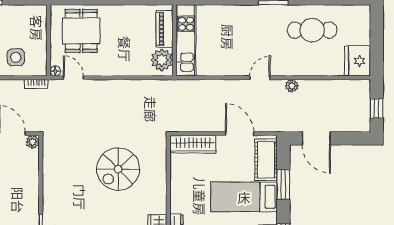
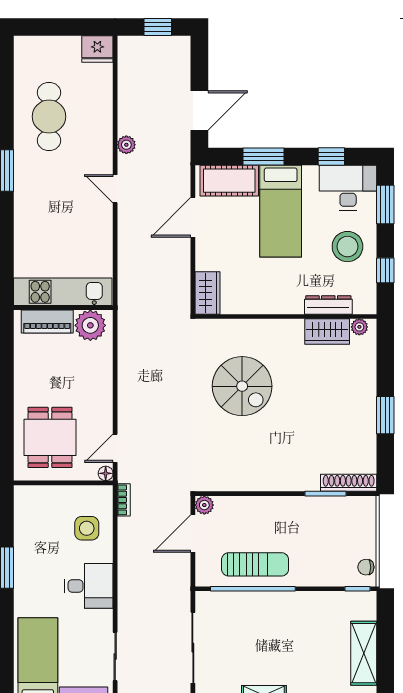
dining table: (81, 31) -> (50, 437), turned 90
fridge: (357, 61) -> (97, 49), width x0.73, depth x0.75
wardrobe: (193, 144) -> (207, 293), width x0.67

